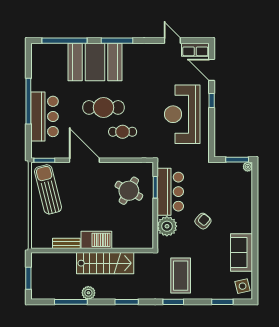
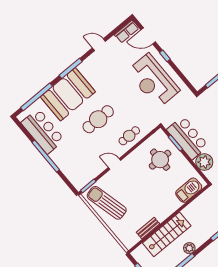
door: (172, 41) -> (99, 45), moved
bar counter: (44, 116) -> (43, 131), moved
cafe table: (123, 132) -> (129, 136), moved
door: (84, 160) -> (115, 164), width x0.53
round table: (129, 191) -> (160, 160), turned -30
barbecue: (96, 240) -> (189, 190), moved
stairs: (105, 263) -> (167, 234), moved

